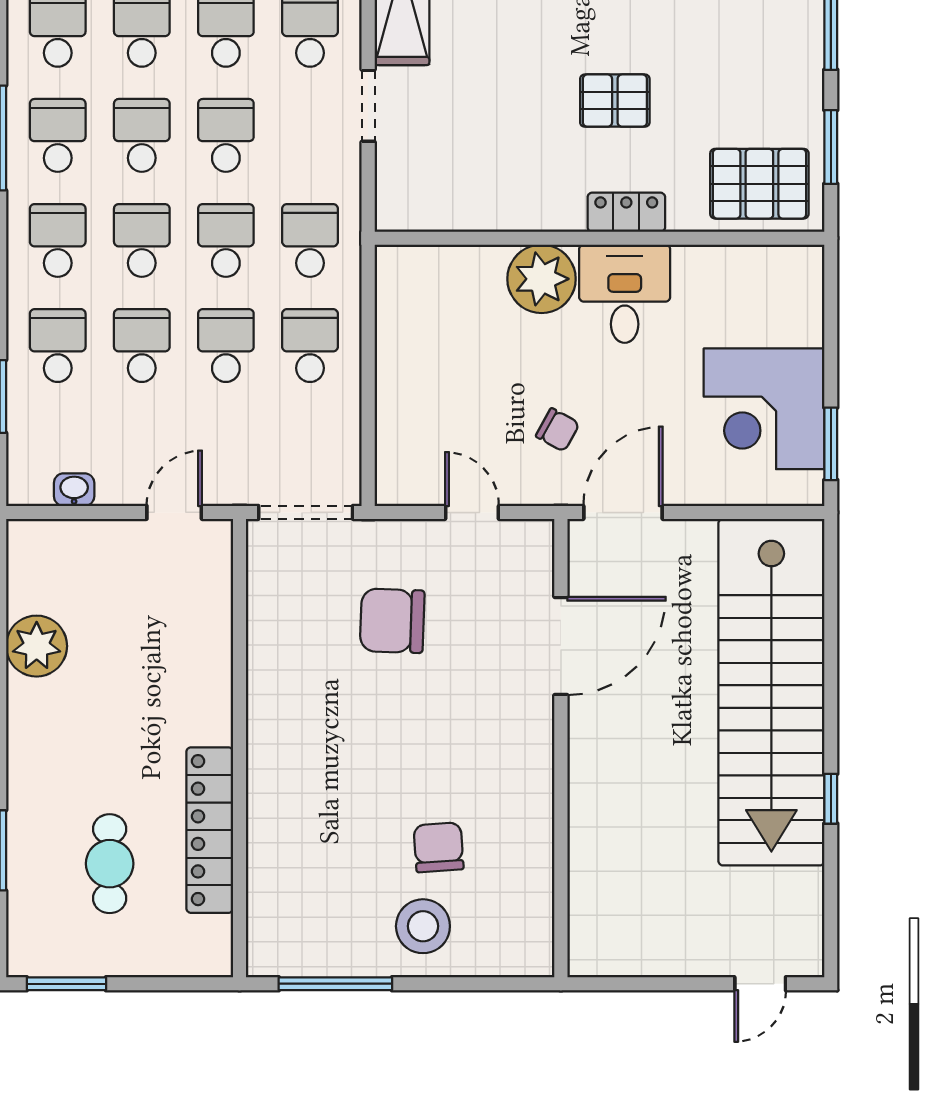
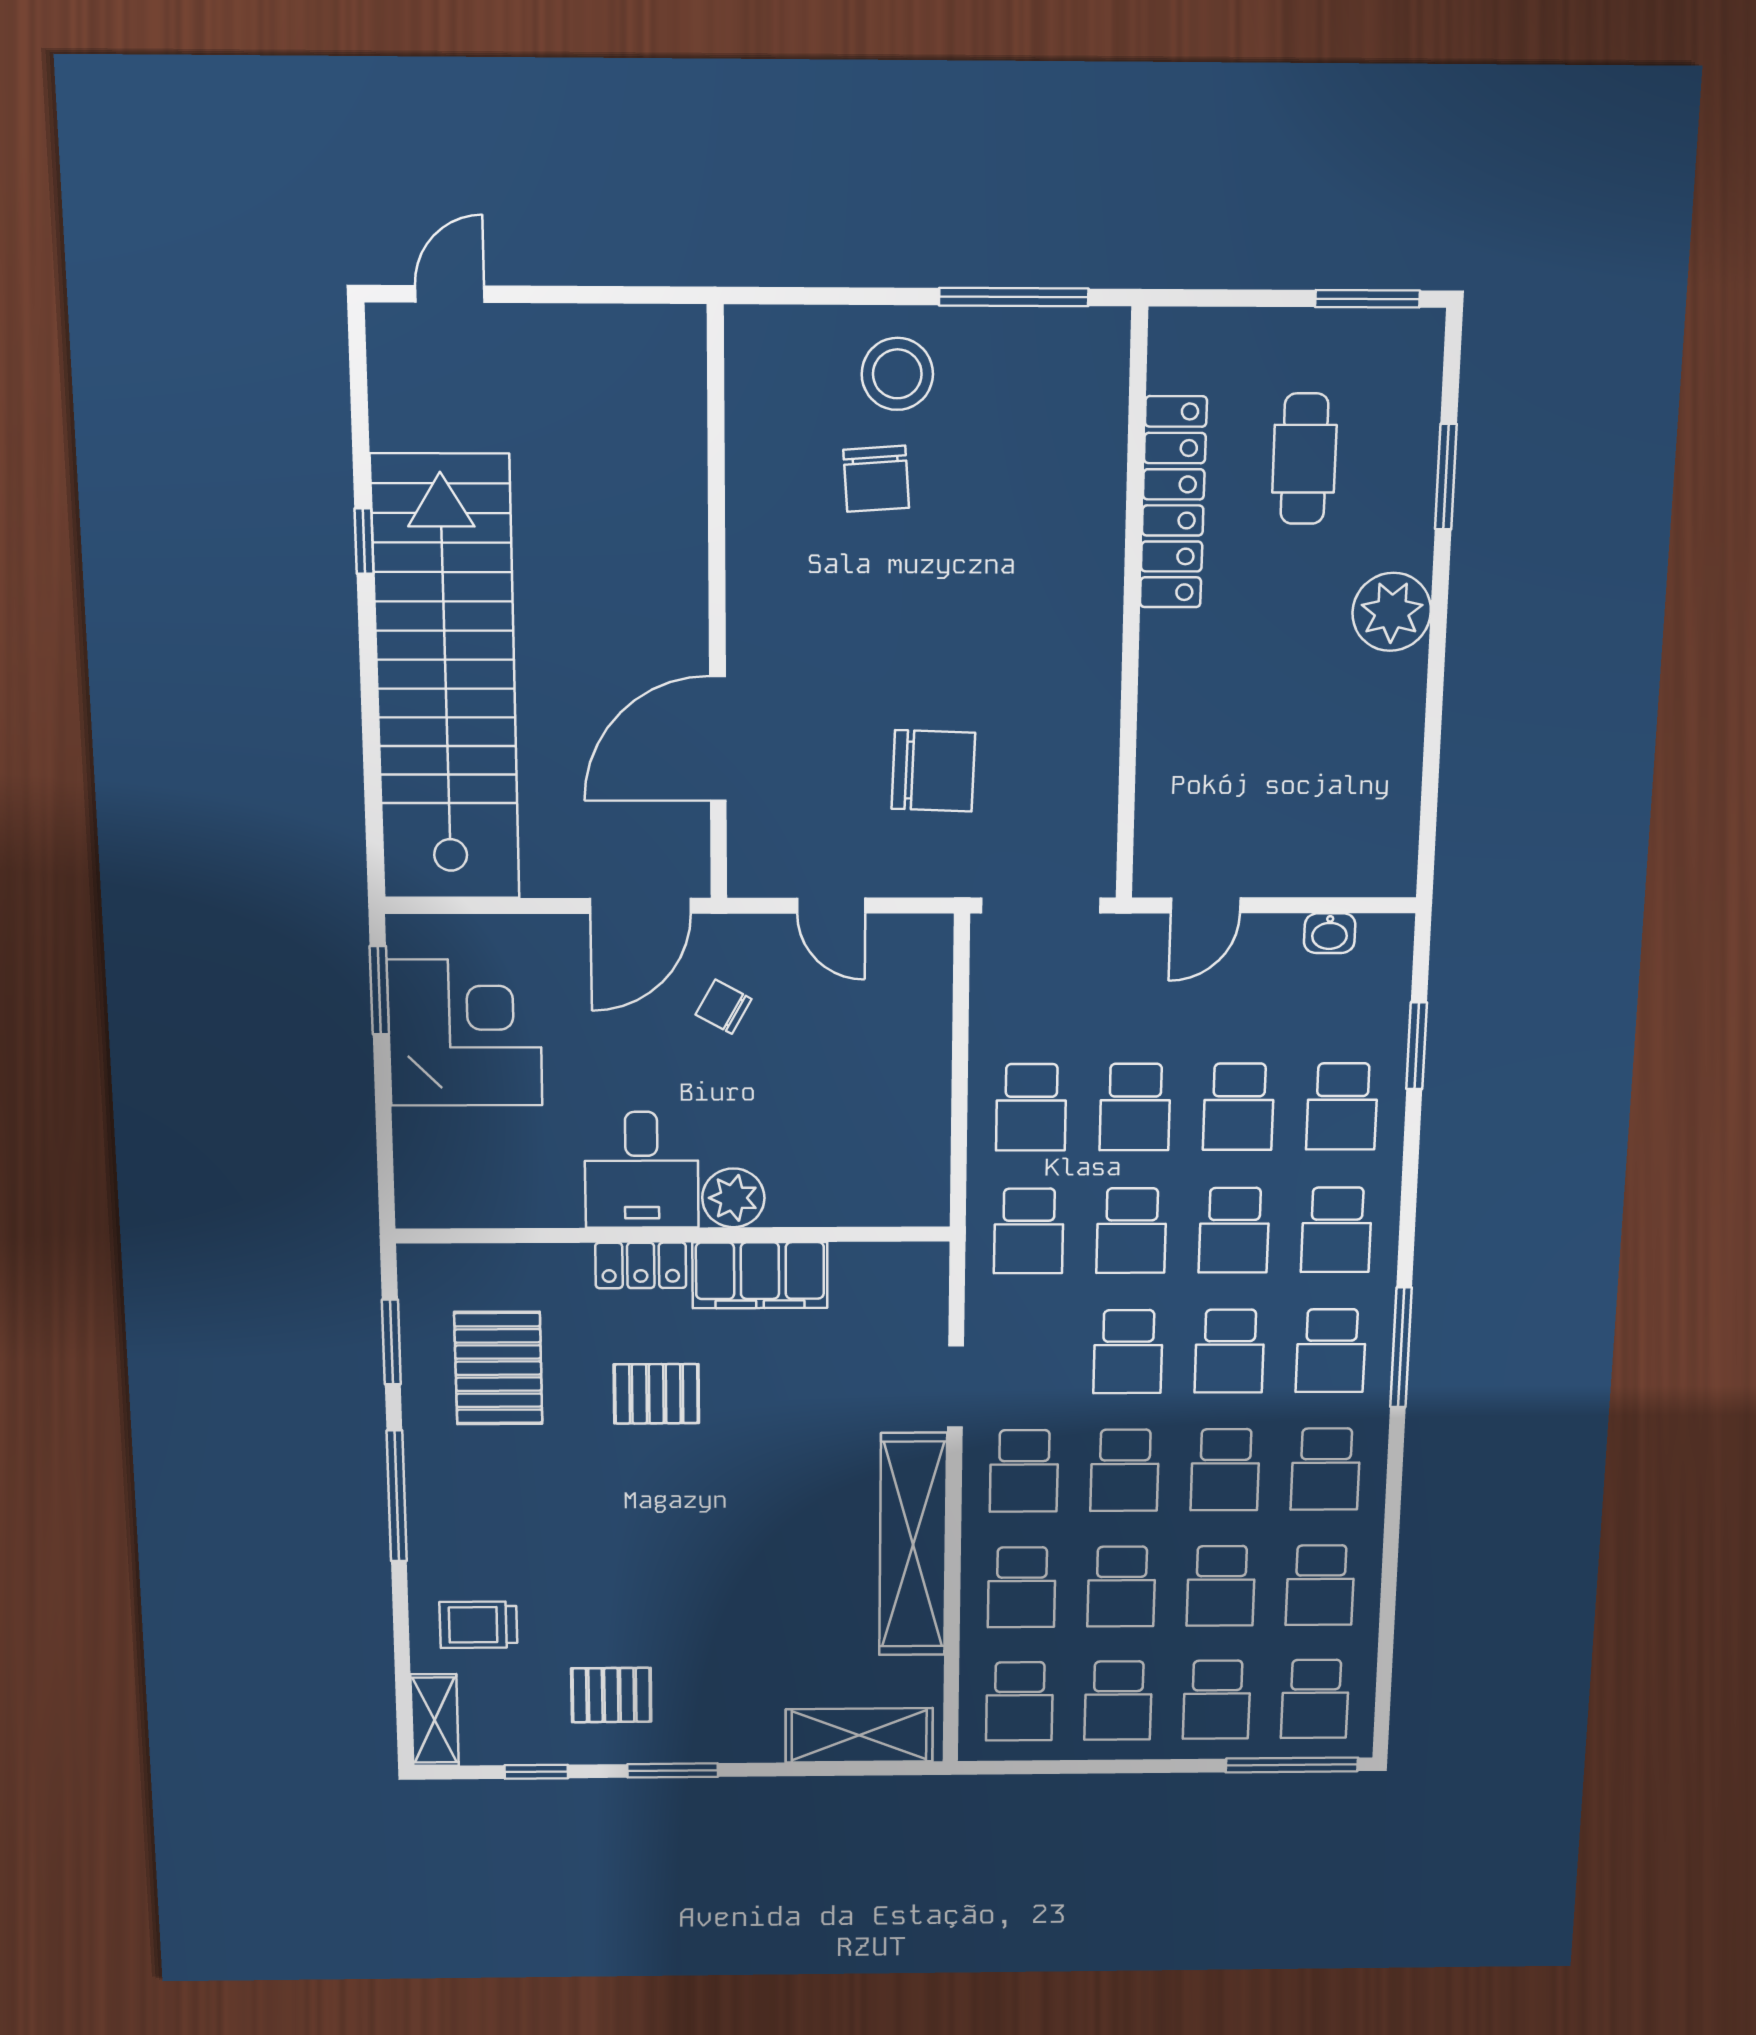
pallet: (759, 184) -> (498, 1368), moved, turned 90
filing cabinet: (529, 203) -> (760, 1275), added
plant: (542, 279) -> (733, 1198), width x0.73, depth x0.73
plant: (37, 646) -> (1392, 612), moved

